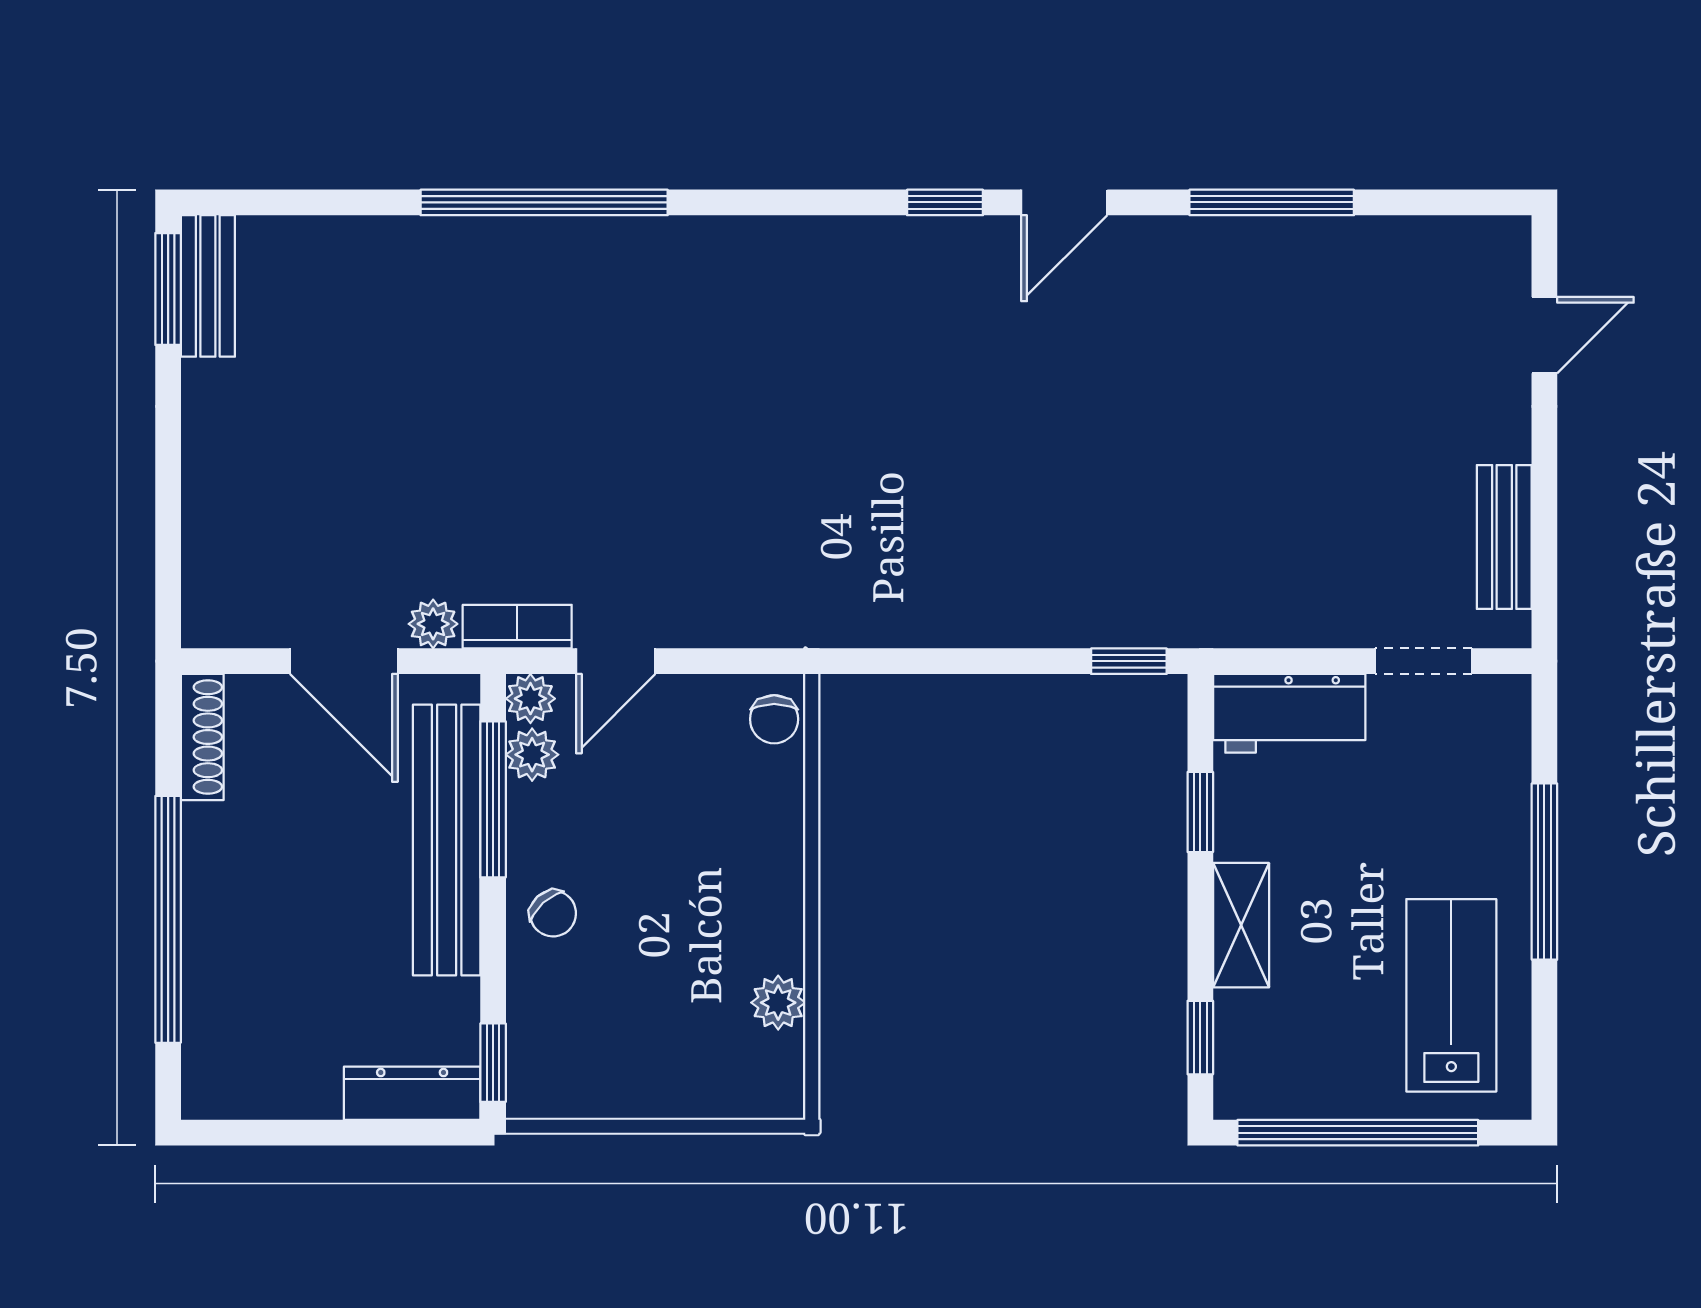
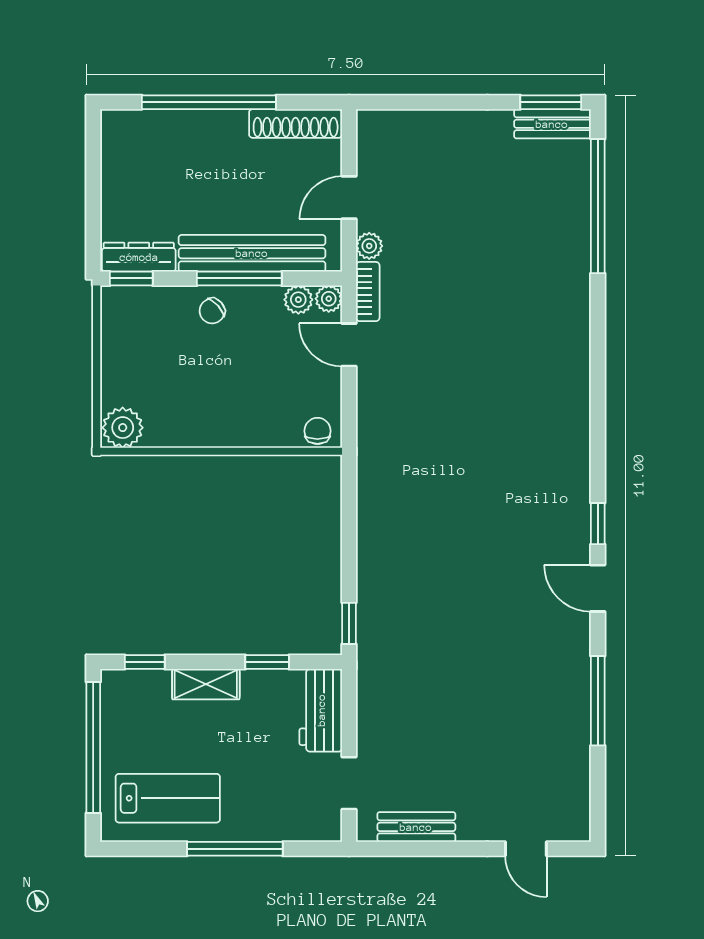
window: (544, 202) -> (598, 206), moved
door: (344, 661) -> (349, 197), width x0.73
chair: (774, 719) -> (317, 431), turned 90
shoe rack: (202, 737) -> (296, 123), width x1.36, depth x1.24
window: (493, 799) -> (239, 278), moved
plant: (778, 1003) -> (123, 428), moved, width x1.38, depth x1.38
dresser: (412, 1093) -> (139, 257), moved, turned -90

